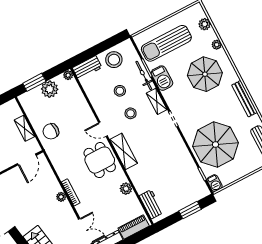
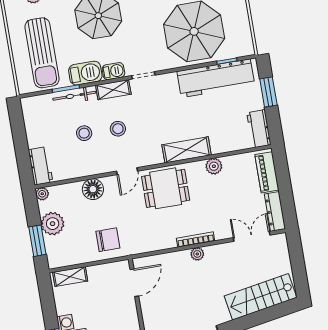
stool: (114, 60) -> (41, 128), removed
floor lamp: (83, 110) -> (93, 189), added
shelving: (24, 128) -> (70, 277), moved
chair: (51, 131) -> (108, 240), turned -90
shelving: (124, 151) -> (187, 150), moved
door: (27, 159) -> (134, 283), hinge flipped
workbench: (188, 170) -> (216, 78), added
barbecue: (215, 183) -> (113, 71), moved
workbench: (151, 204) -> (259, 129), moved, turned -90

